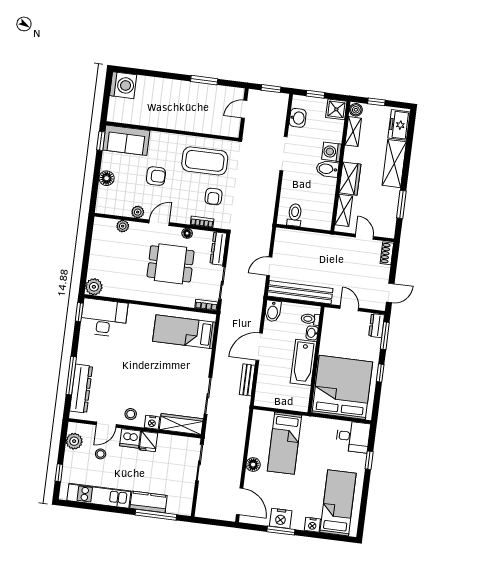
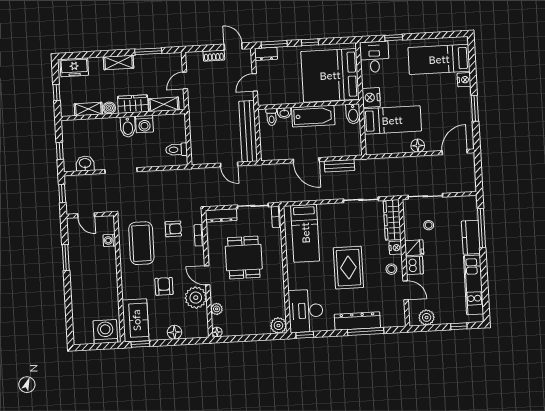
washing machine: (123, 85) -> (105, 332), moved
shower: (336, 109) -> (70, 129), removed
boiler: (356, 110) -> (109, 108), moved
washing machine: (214, 128) -> (109, 240), added
washing machine: (332, 152) -> (144, 124), moved
shelving: (394, 164) -> (119, 63), width x0.67, depth x0.75
plant: (138, 212) -> (196, 298), width x1.88, depth x1.88
floor lamp: (187, 233) -> (217, 332), moved
shoe rack: (387, 253) -> (214, 56), moved
bidet: (273, 311) -> (353, 114), moved, turned 90
rug: (140, 370) -> (348, 268), added
dresser: (81, 388) -> (357, 321), moved
stool: (101, 454) -> (429, 225), moved
nightstand: (281, 518) -> (371, 97), moved, turned 180

